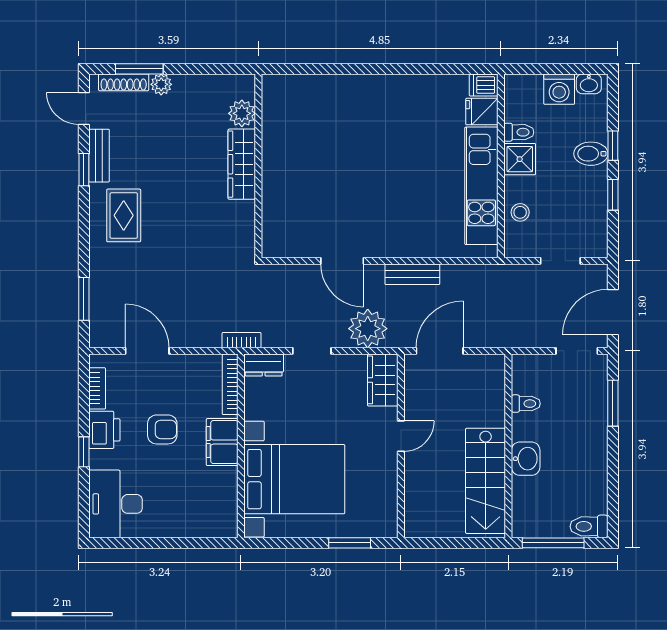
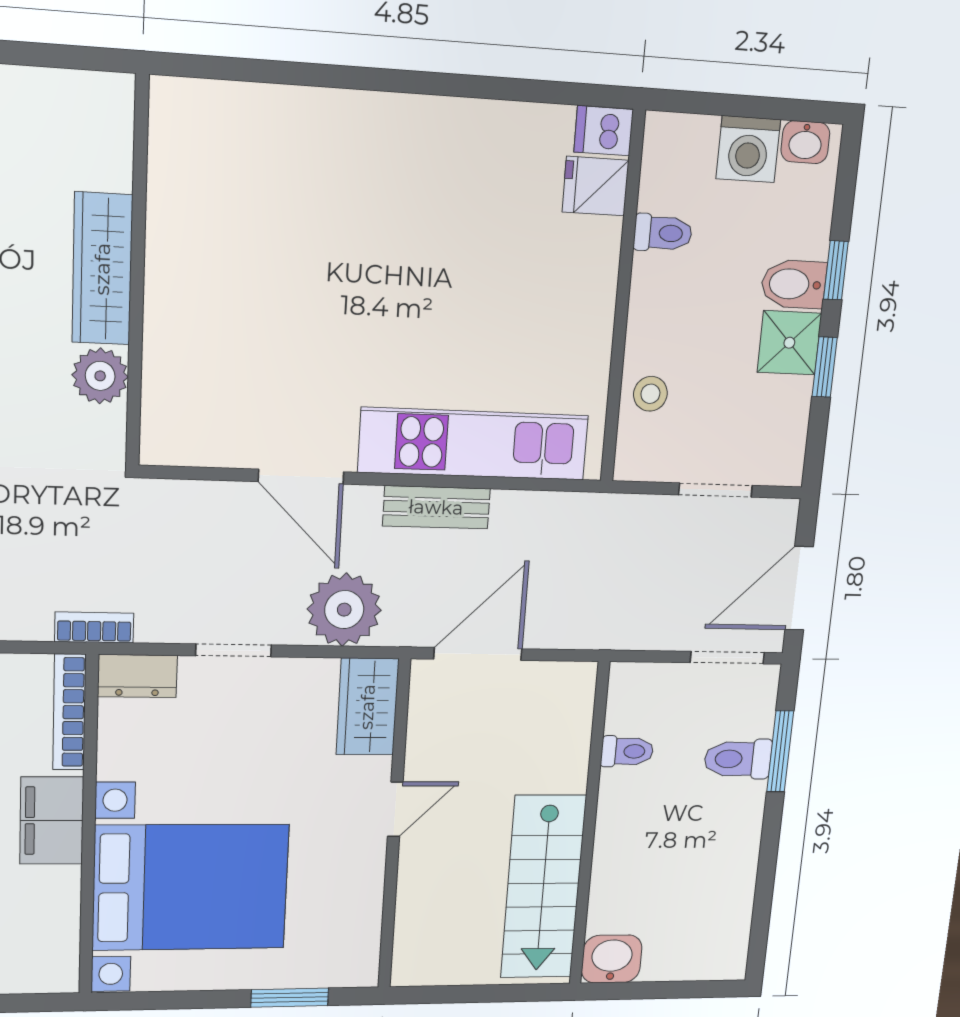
plant: (242, 113) -> (100, 376), moved
shower: (520, 159) -> (789, 343), moved
kitchen unit: (481, 186) -> (474, 444), moved, turned 90
washbasin: (526, 459) -> (612, 959), moved, turned -90
toilet: (589, 526) -> (738, 759), moved
window: (553, 543) -> (651, 990), removed

